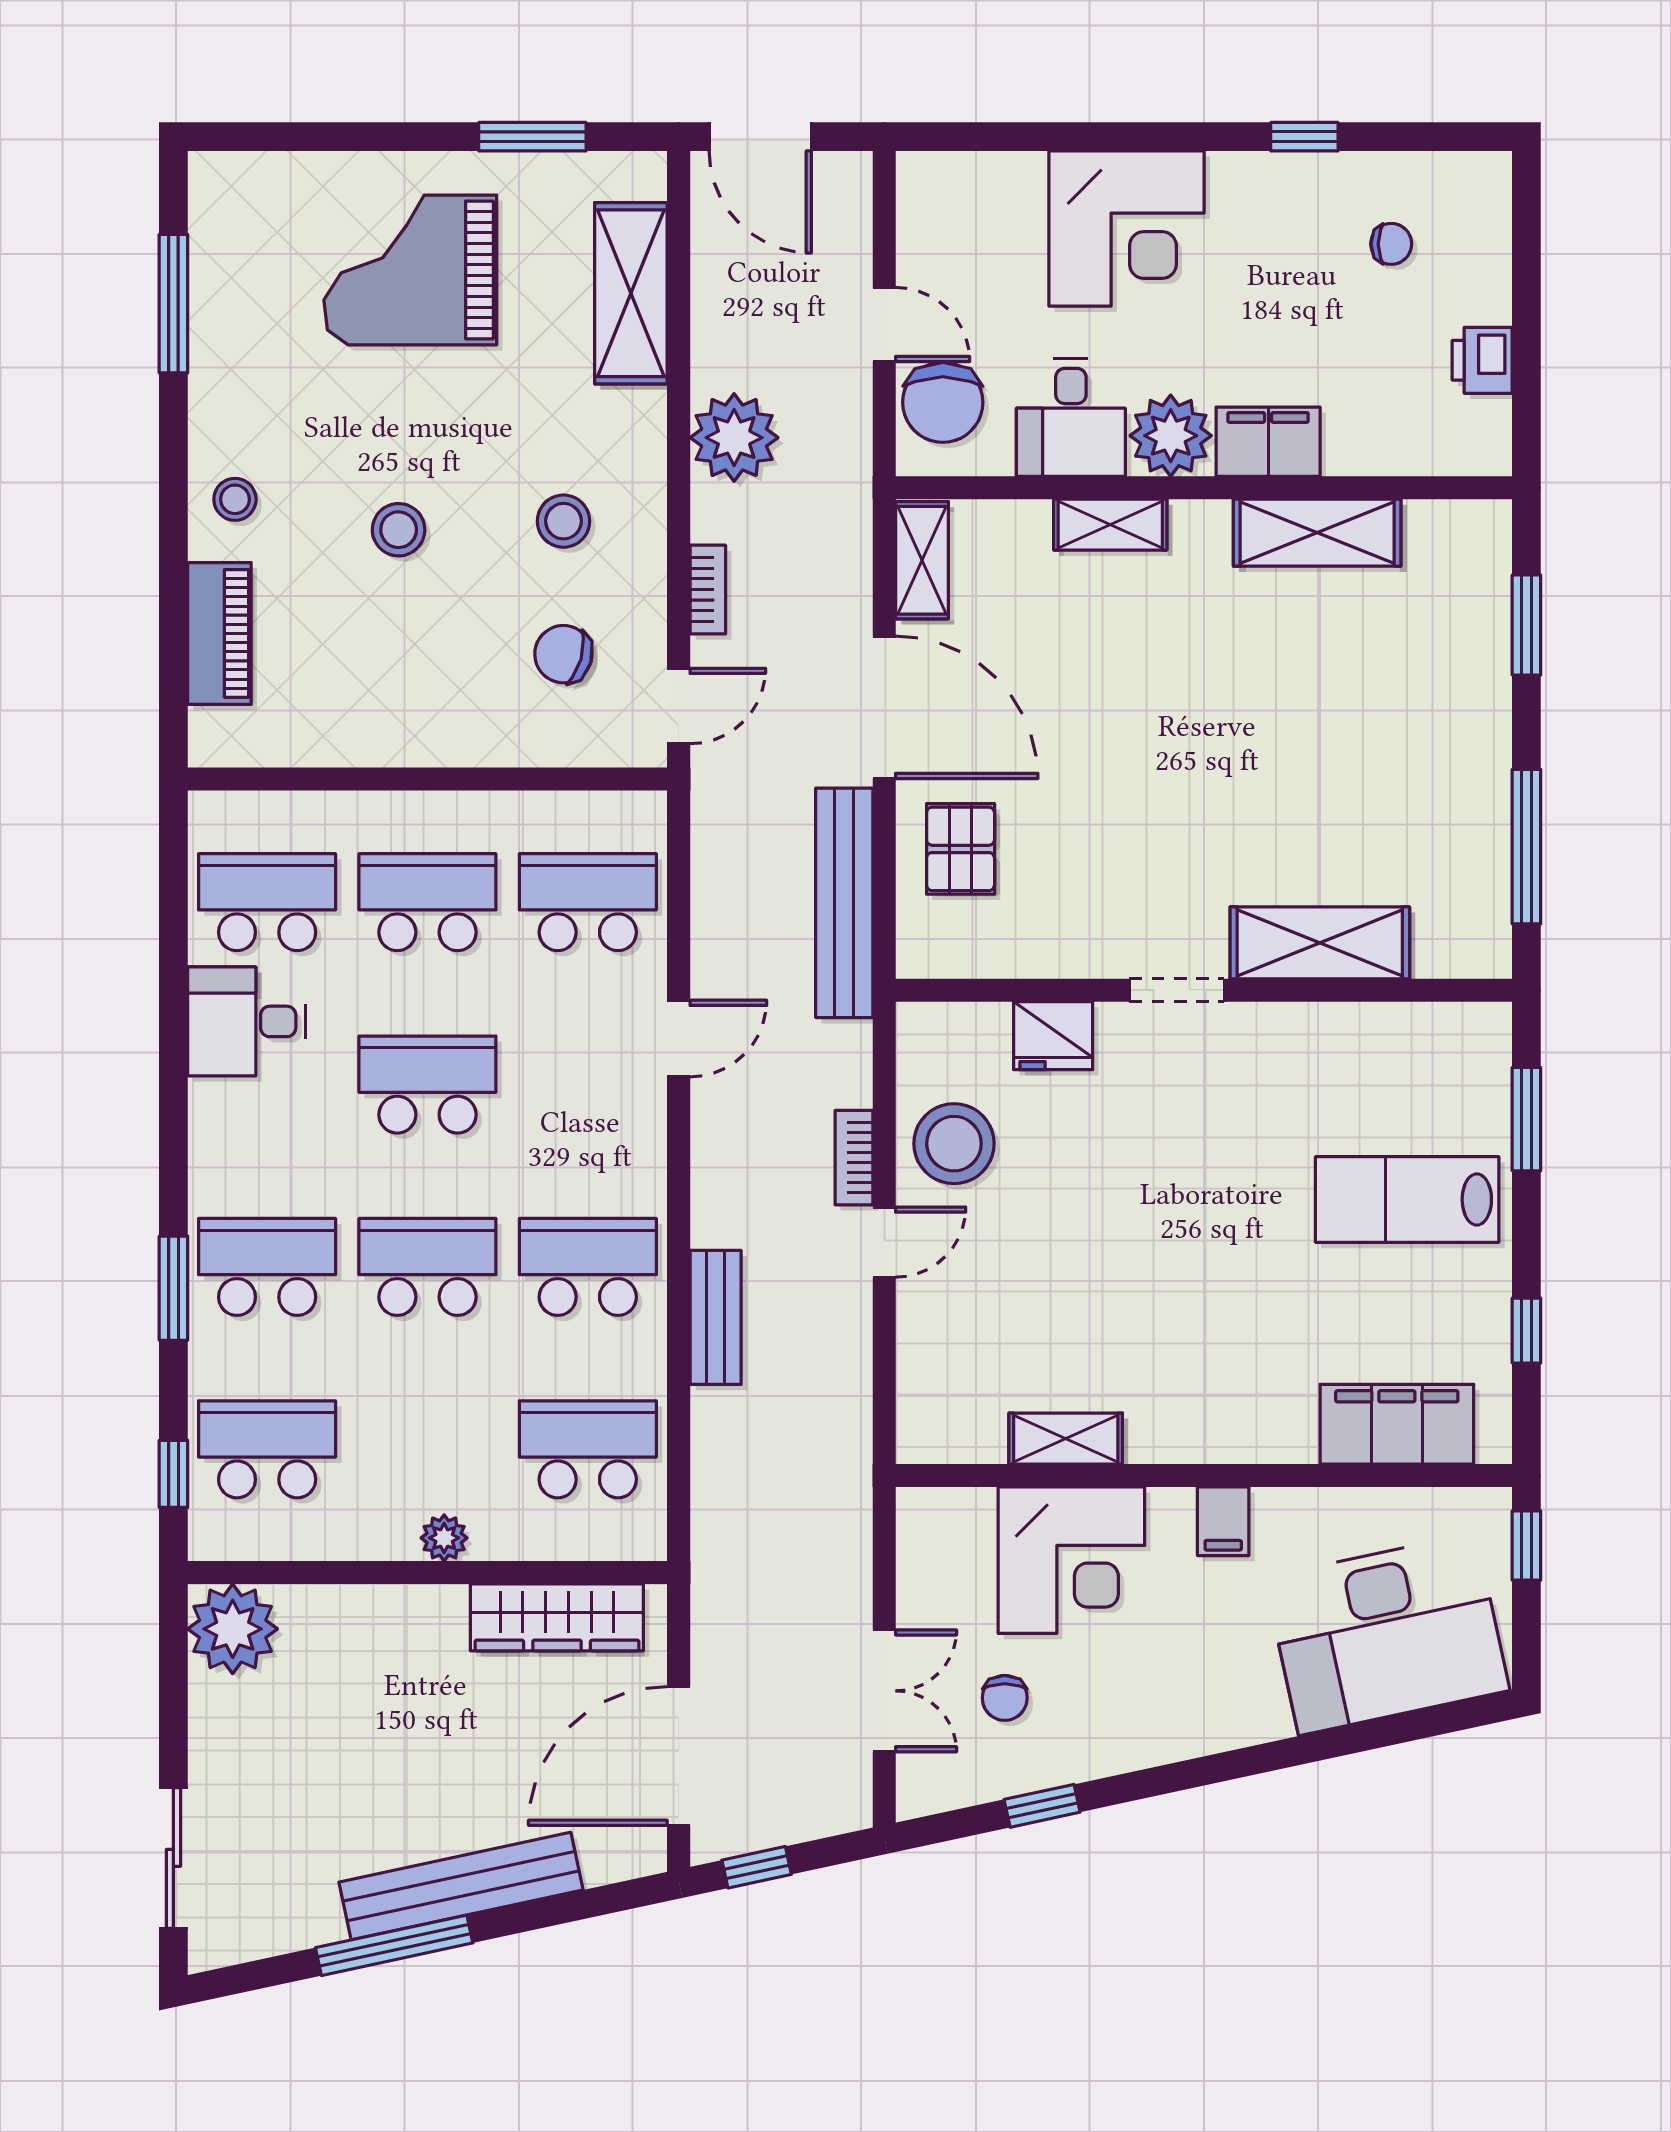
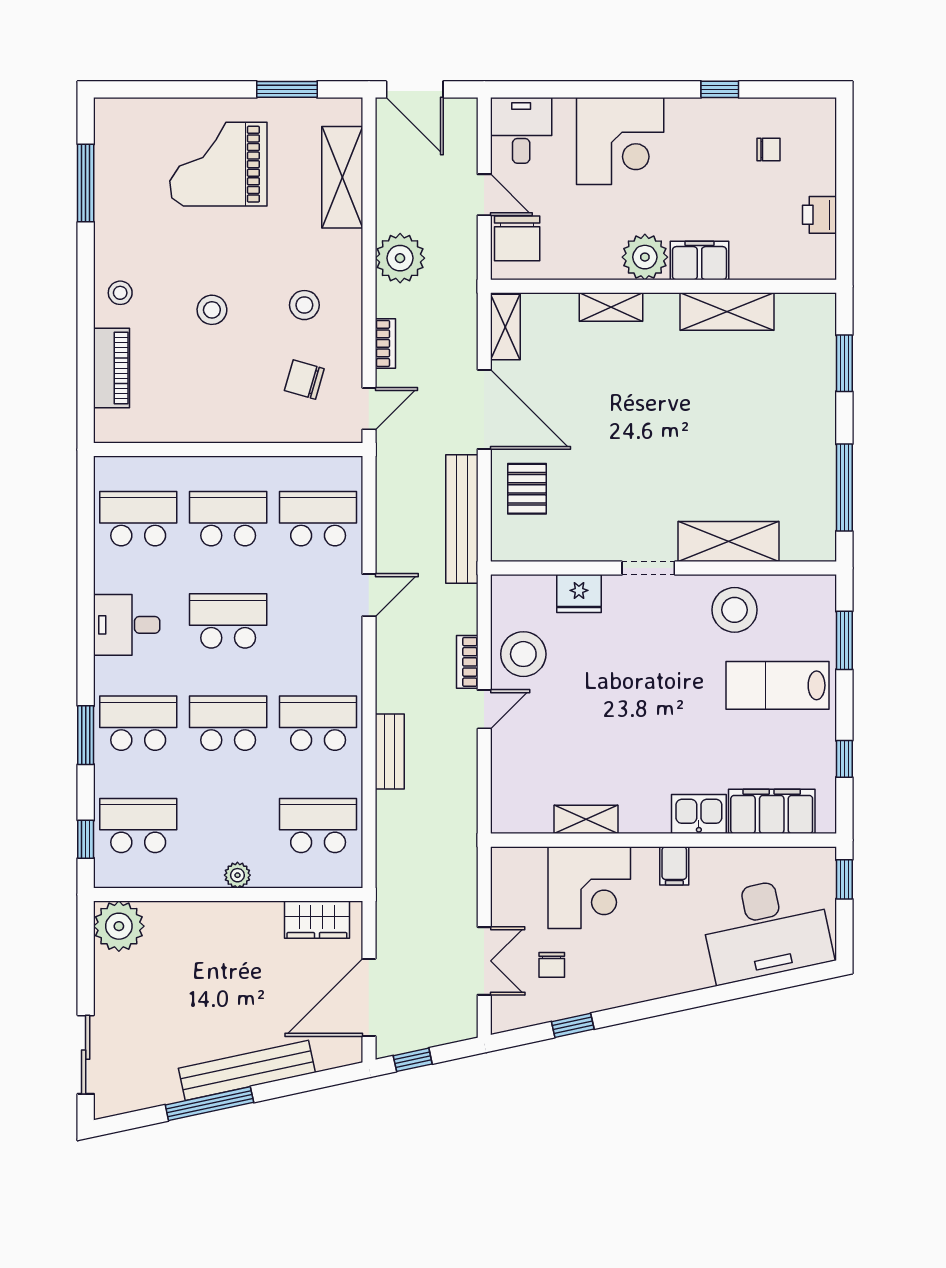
desk: (1071, 418) -> (521, 130), moved, turned 180
desk: (246, 1021) -> (127, 625), moved
stool: (1331, 1065) -> (735, 610), added
kitchen sink: (1267, 1429) -> (699, 814), added
wardrobe: (557, 1617) -> (317, 920), width x0.67

